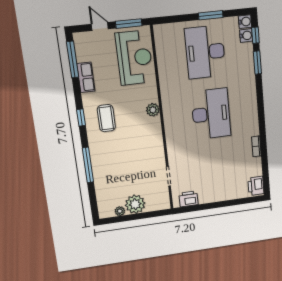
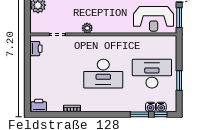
water cooler: (245, 22) -> (151, 107), moved
plant: (153, 110) -> (87, 28), moved

